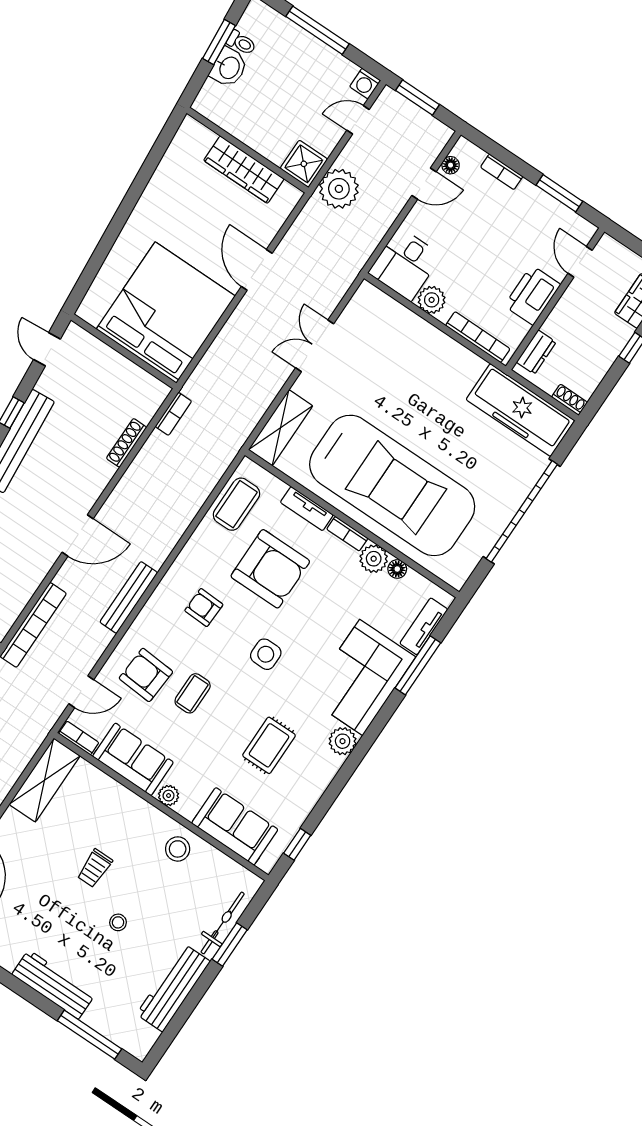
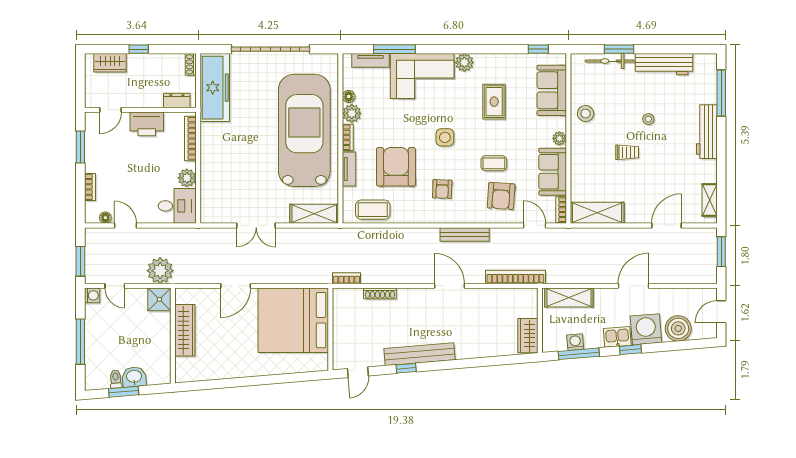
rug: (269, 745) -> (494, 102), turned 90

